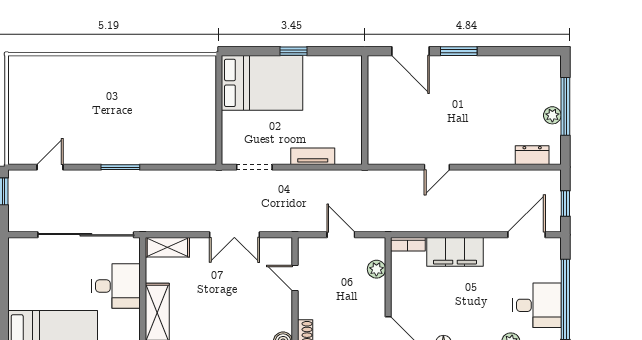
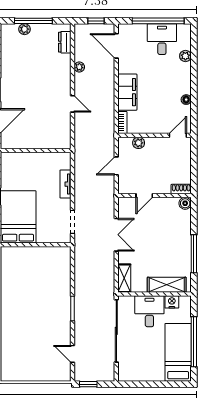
plant: (552, 115) -> (24, 29), moved
plant: (494, 178) -> (79, 67), added
nightstand: (131, 321) -> (172, 302), added

